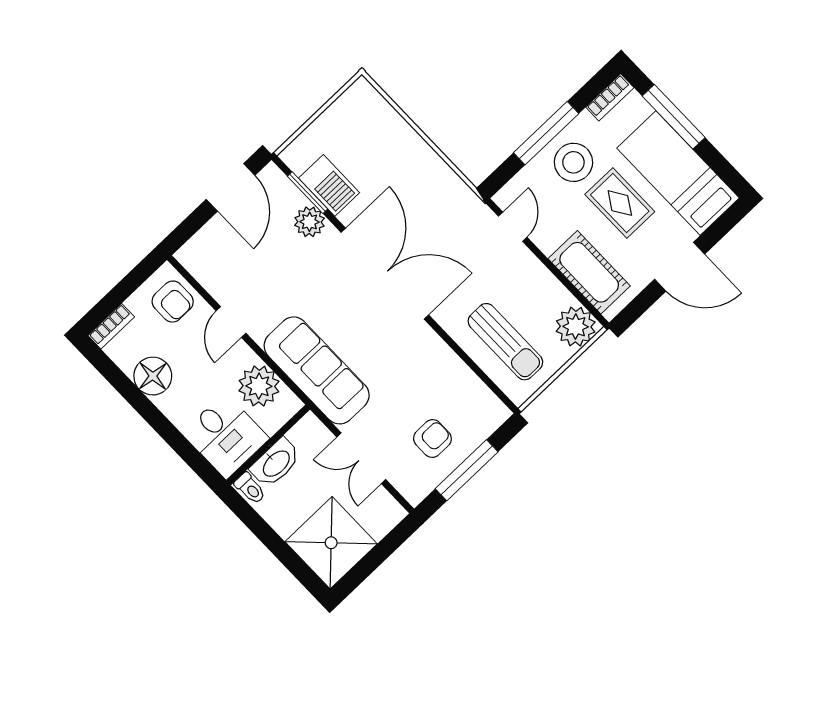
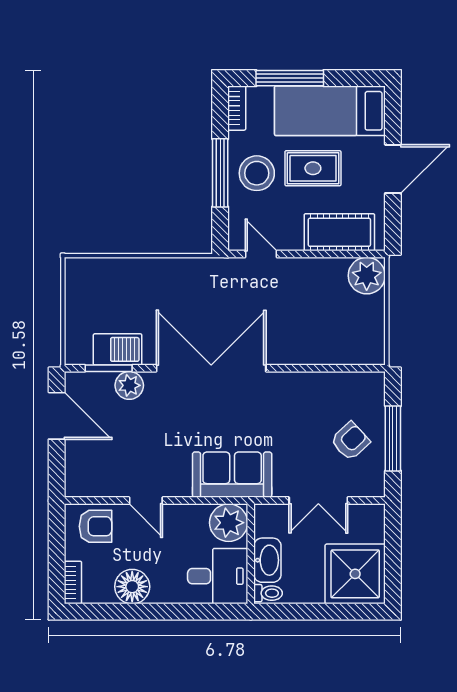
sun lounger: (505, 342) -> (332, 332), removed
sofa: (317, 370) -> (232, 475), width x0.73
plant: (259, 386) -> (229, 523), moved
armchair: (432, 439) -> (350, 441), turned 47

